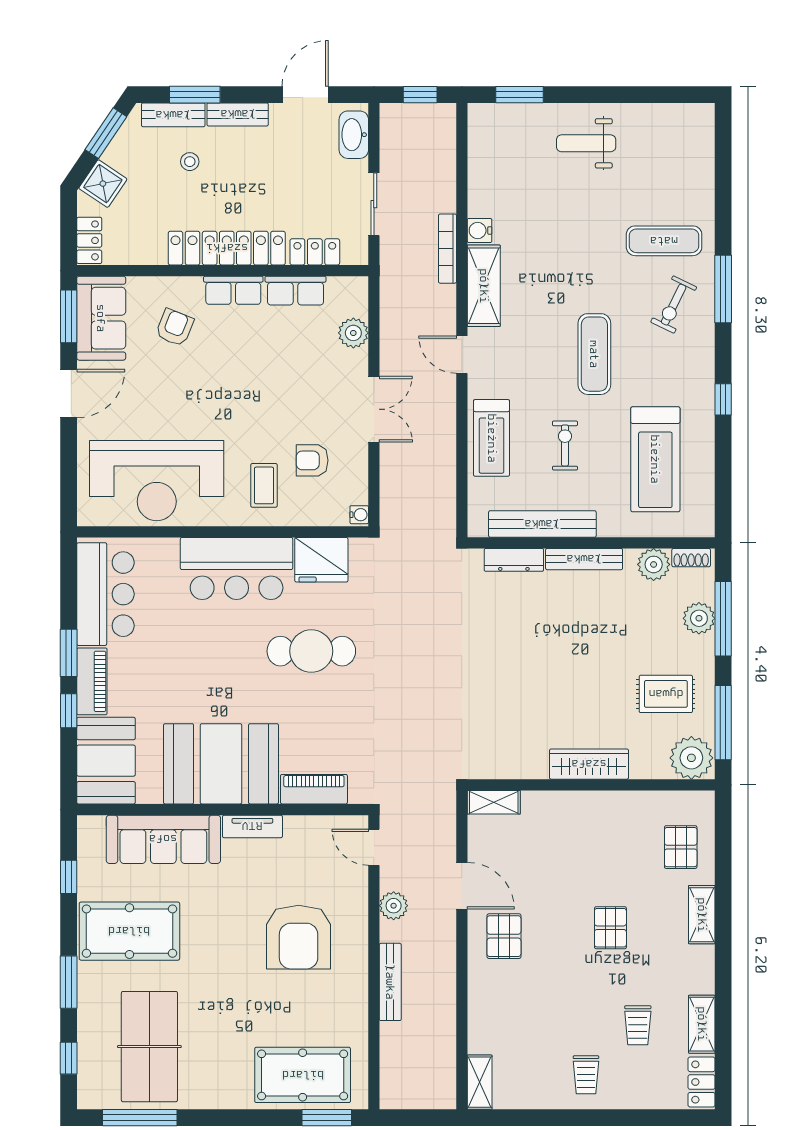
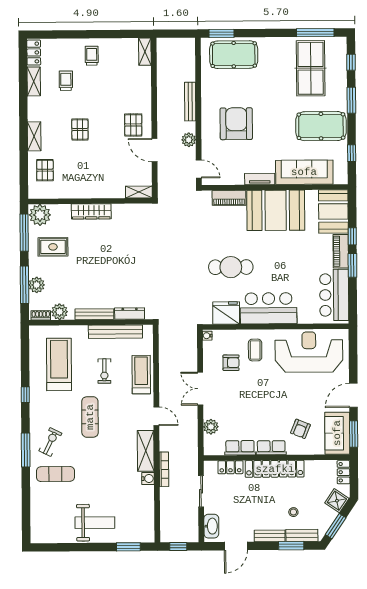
weight bench: (586, 143) -> (95, 523), width x1.36, depth x1.33

